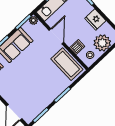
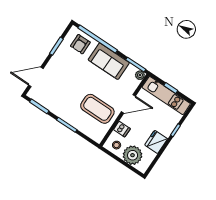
coffee table: (67, 64) -> (97, 109), moved, turned 90

